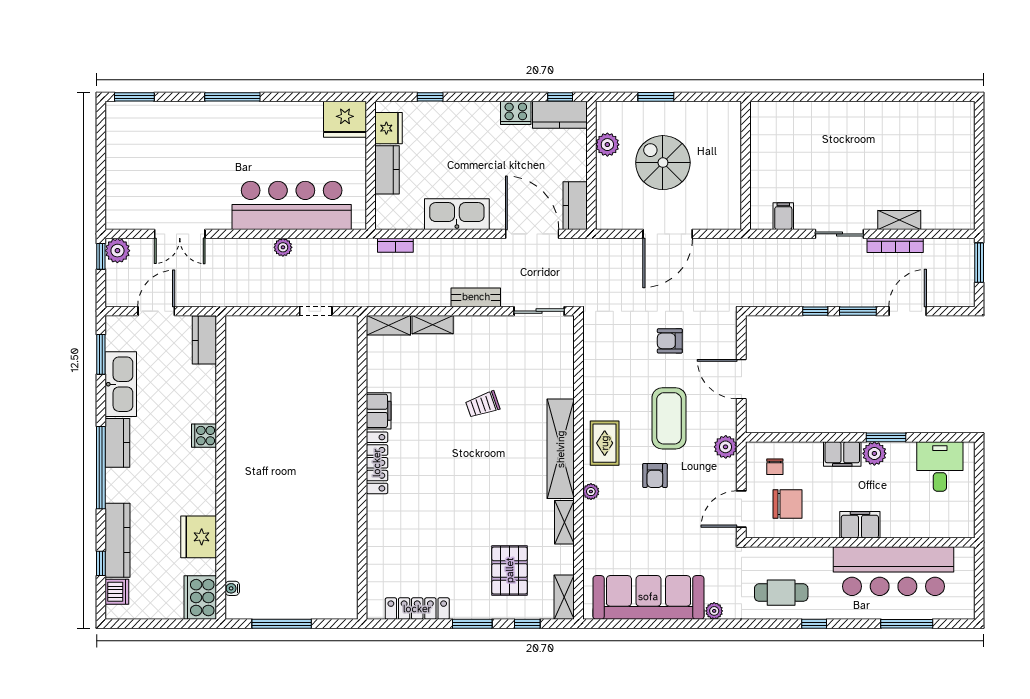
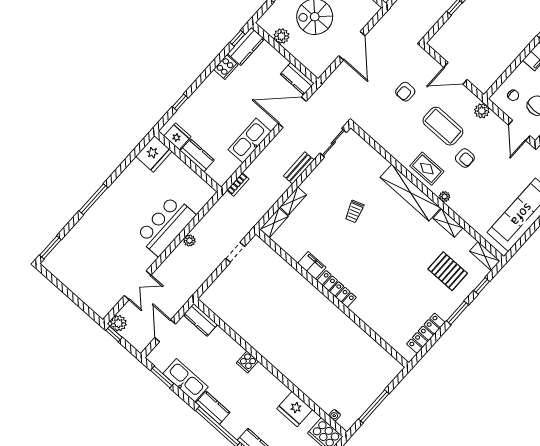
bar counter: (292, 205) -> (166, 226), width x0.73

